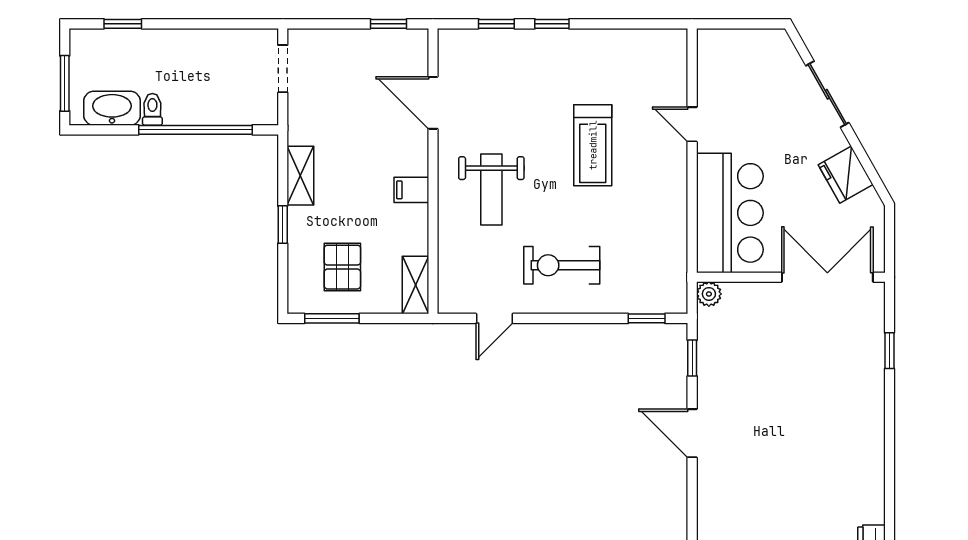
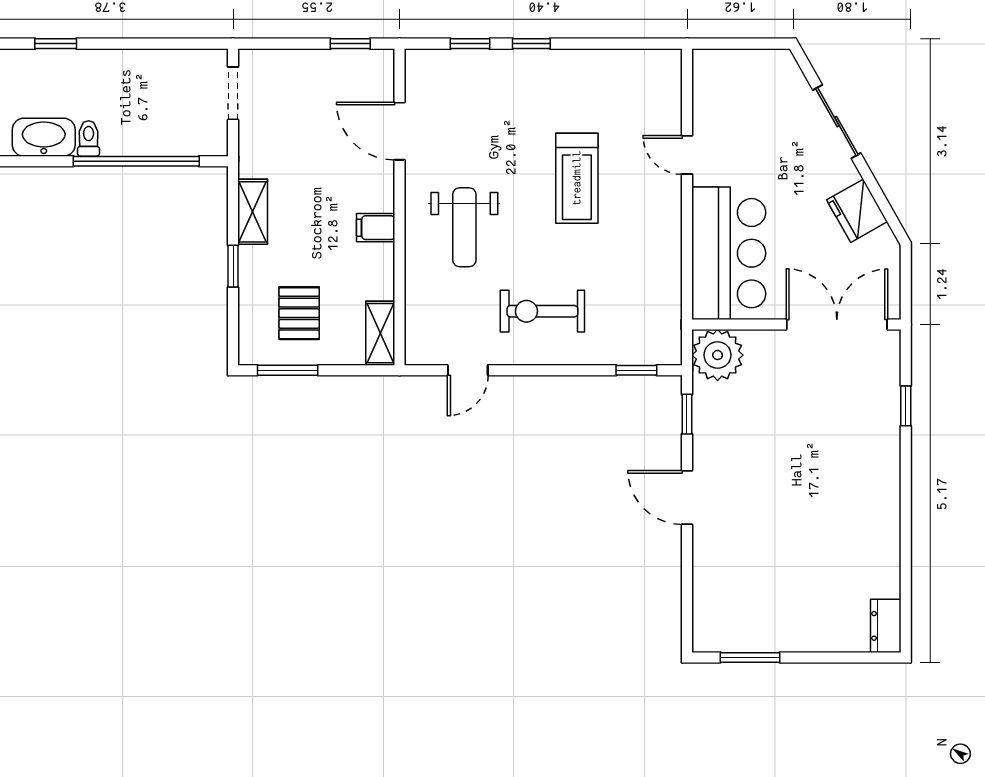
plant: (709, 294) -> (718, 355), width x1.88, depth x1.88

